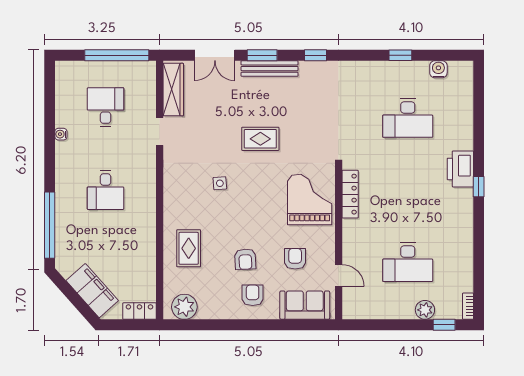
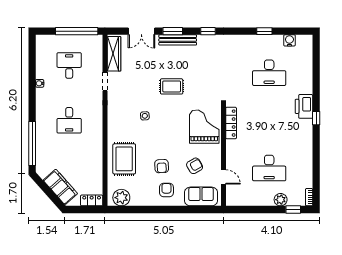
rug: (189, 248) -> (124, 159), width x1.36, depth x1.43
armchair: (295, 259) -> (195, 166), turned 60

